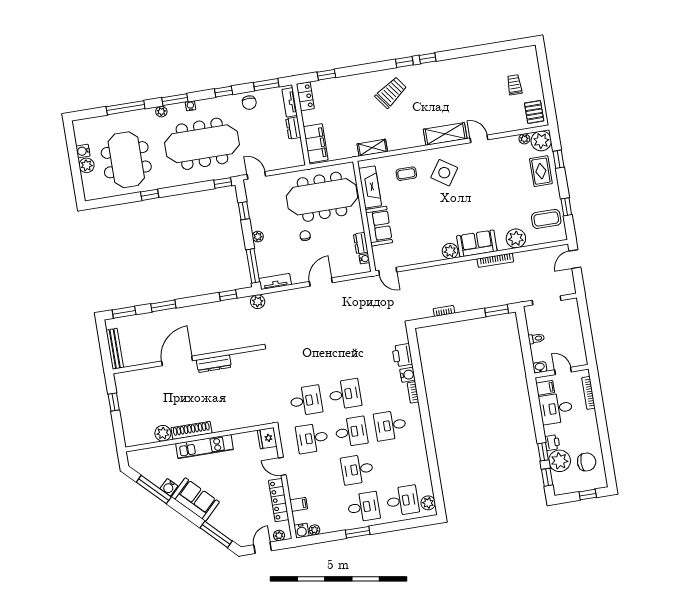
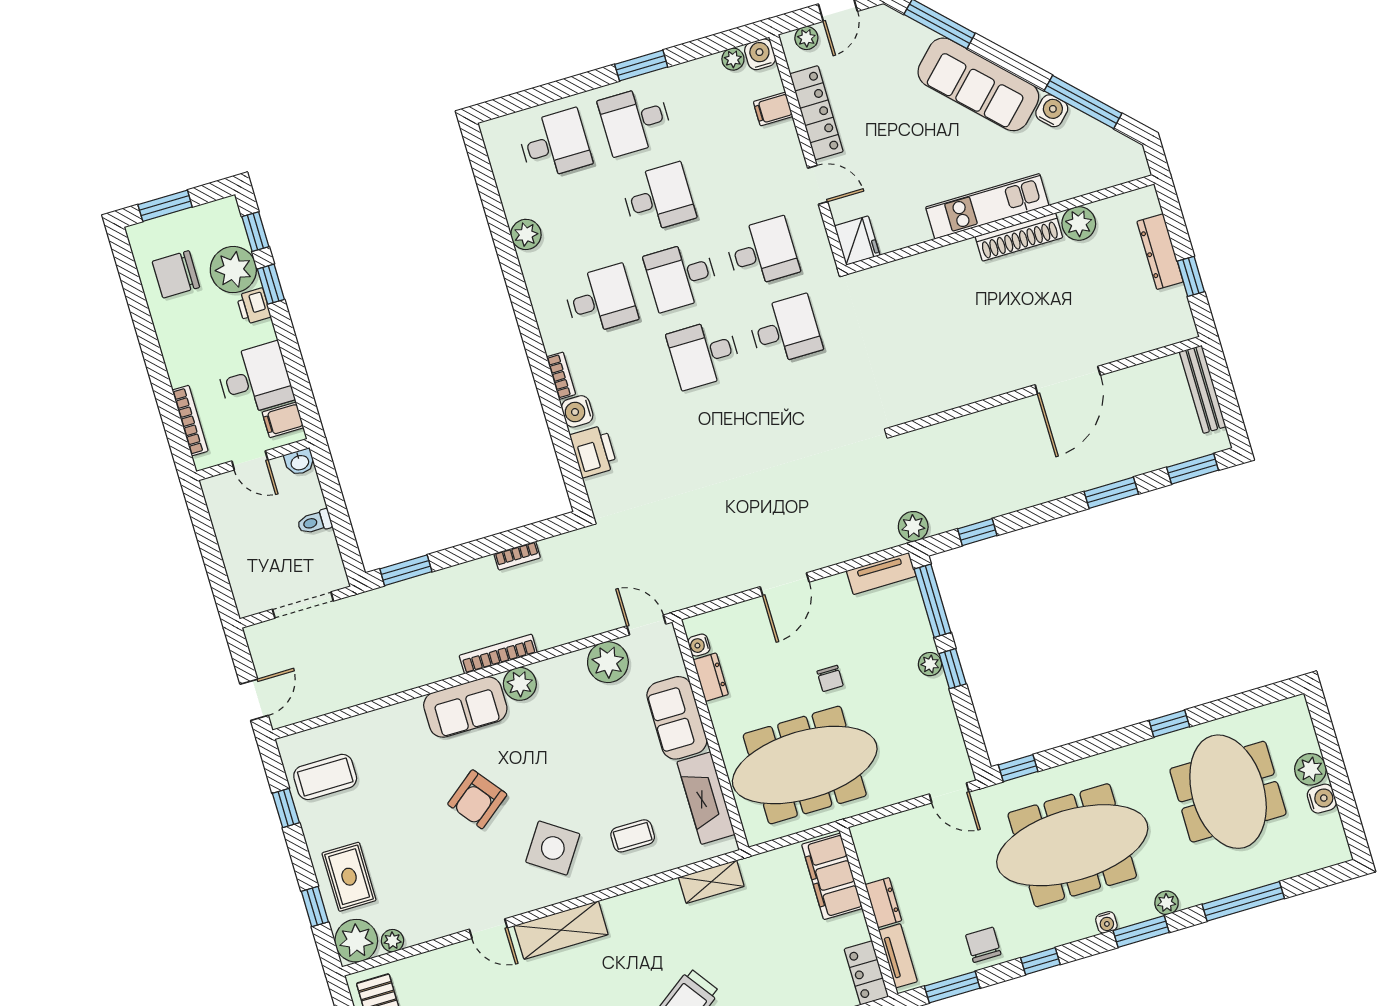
armchair: (477, 200) -> (477, 799), added
window: (244, 211) -> (953, 669), moved
plant: (516, 238) -> (608, 662), moved
bookcase: (495, 260) -> (498, 654), moved
dresser: (214, 364) -> (1160, 252), moved, turned -90
desk: (306, 401) -> (785, 330), turned 180
window: (588, 495) -> (165, 206), width x1.50
sofa: (195, 499) -> (978, 84), width x1.36
desk: (403, 501) -> (555, 144), turned 180
plant: (428, 503) -> (526, 234), moved

